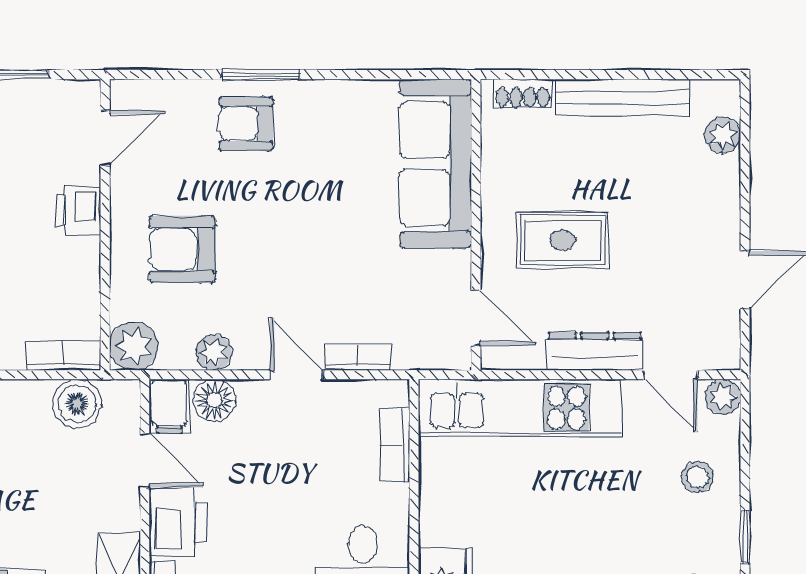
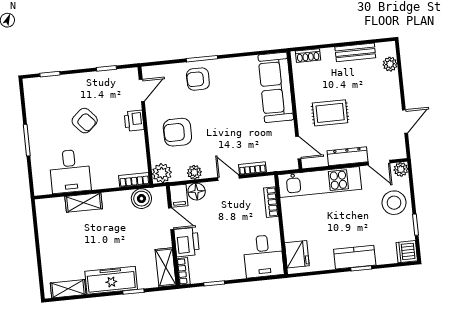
bench: (622, 98) -> (355, 52), width x0.73
stool: (698, 477) -> (394, 203), width x1.89, depth x1.89

